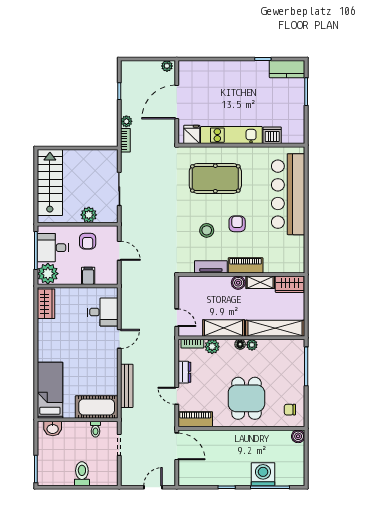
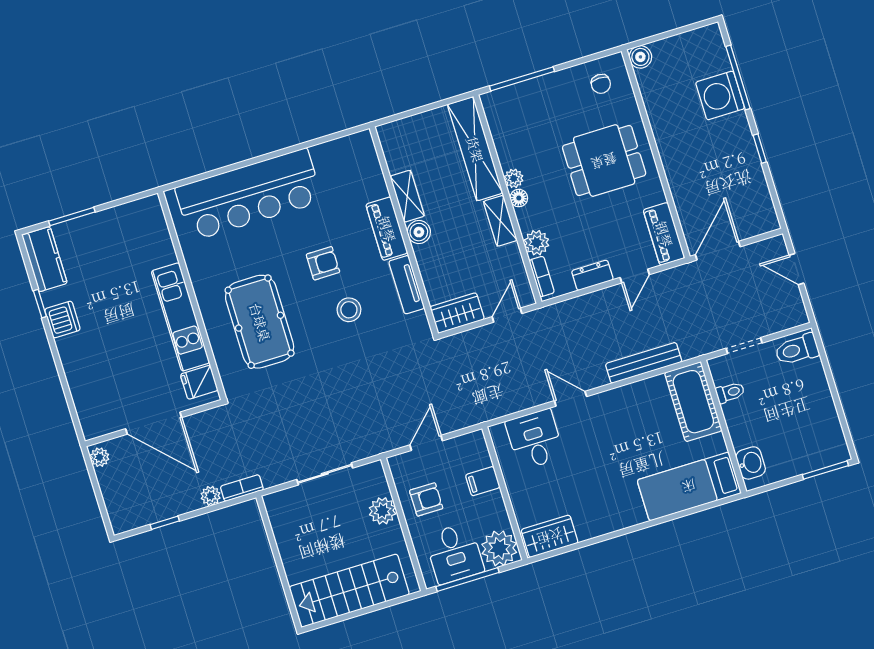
dishwasher: (272, 135) -> (62, 320), moved, turned 180
armchair: (237, 224) -> (323, 263), turned 180
wardrobe: (290, 284) -> (457, 313), moved, turned -90
shelving: (224, 328) -> (500, 221), width x0.67, depth x0.75
toilet: (82, 474) -> (797, 349), moved

